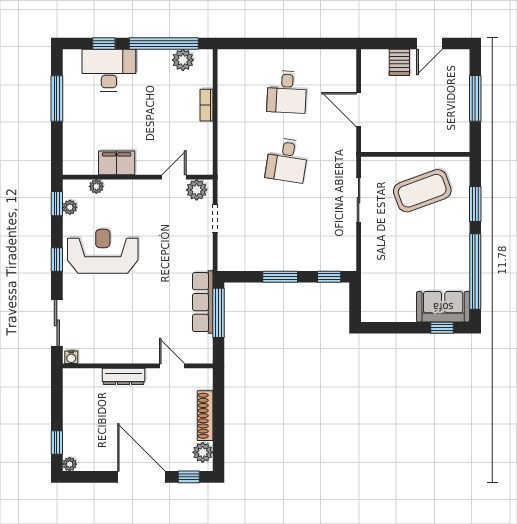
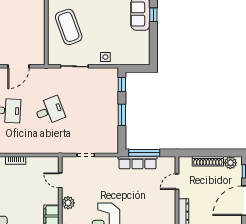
desk: (287, 160) -> (50, 111), turned -30
plant: (197, 190) -> (68, 203), moved
side table: (374, 250) -> (105, 57), added

